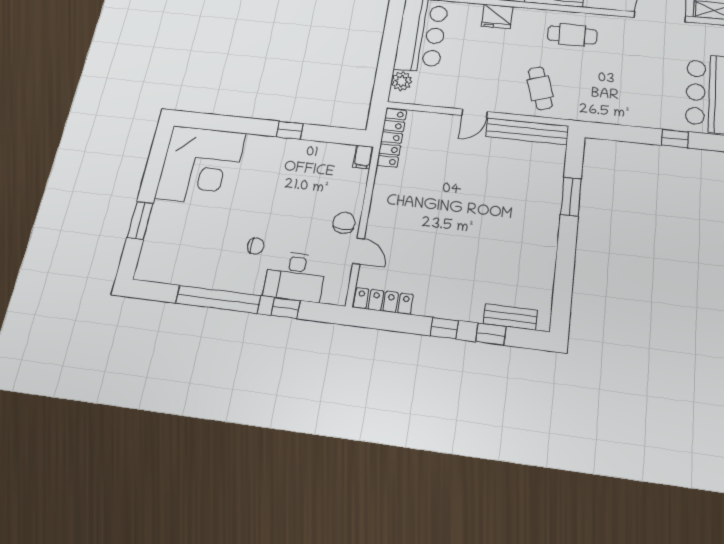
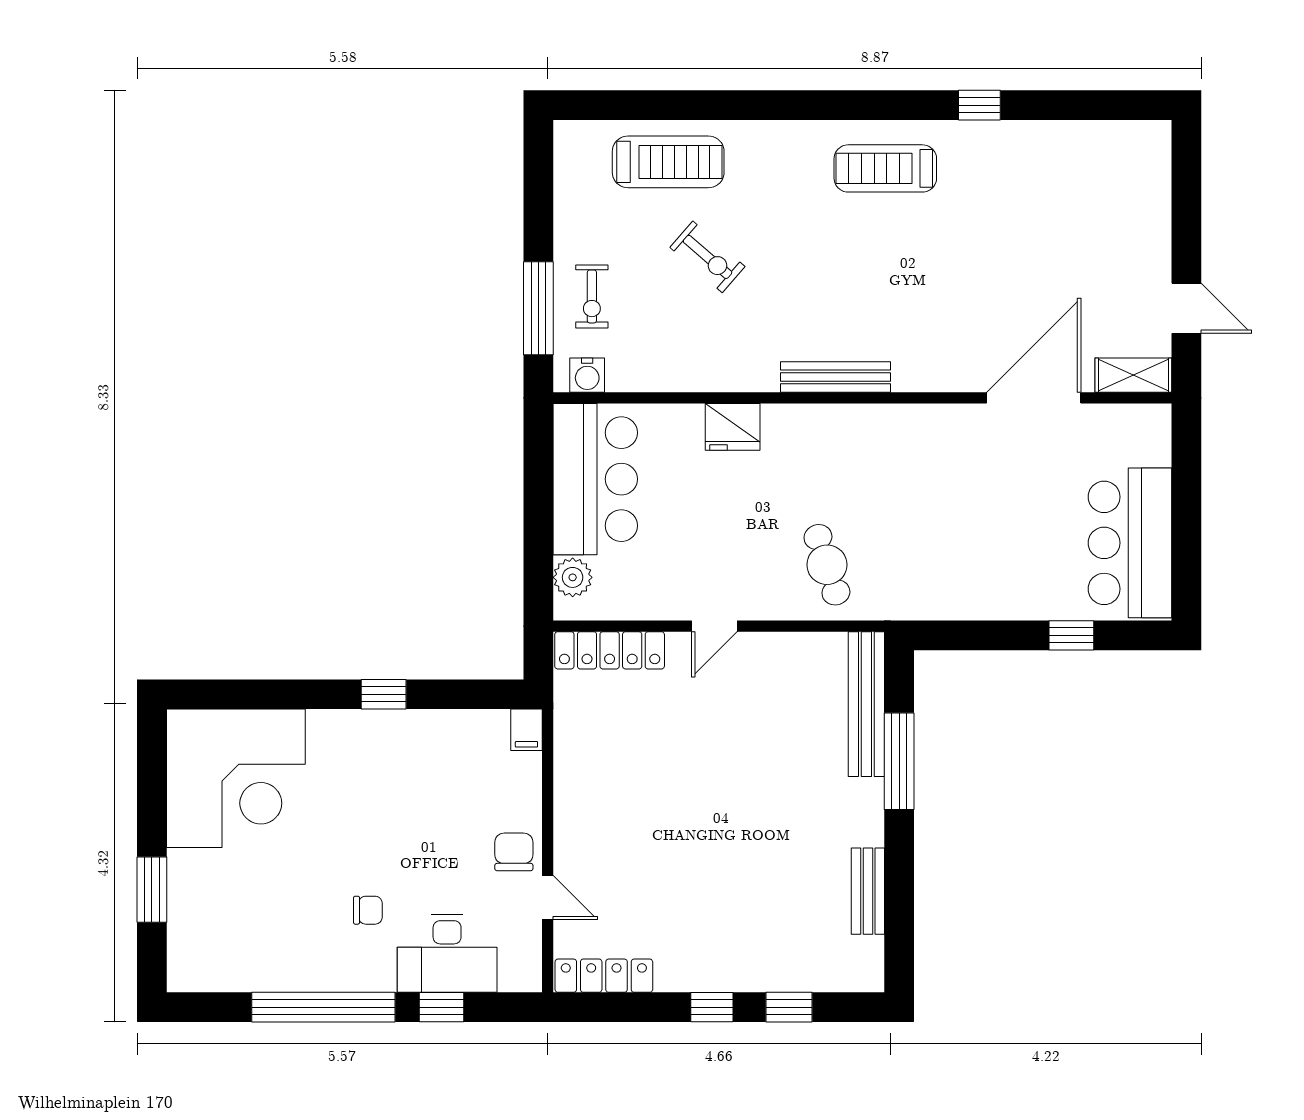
cafe table: (572, 35) -> (876, 452), removed
bench: (527, 131) -> (866, 704), moved, turned 90
locker: (392, 138) -> (610, 650), moved, turned 90
window: (571, 197) -> (899, 761), width x1.44
bench: (510, 317) -> (868, 891), moved, turned 90

